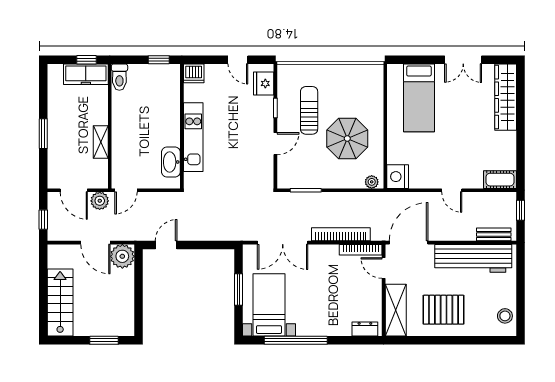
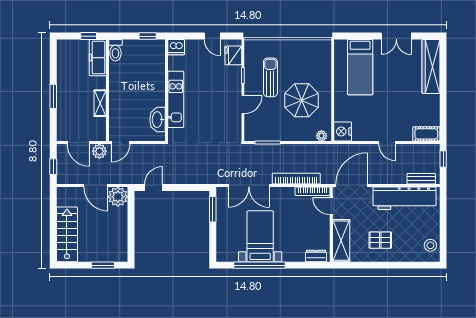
freezer: (86, 74) -> (98, 58), moved, turned 90
window: (238, 289) -> (213, 209), moved
bed with nightstands: (269, 305) -> (260, 236), moved
pallet: (444, 310) -> (380, 240), width x0.67, depth x0.71

